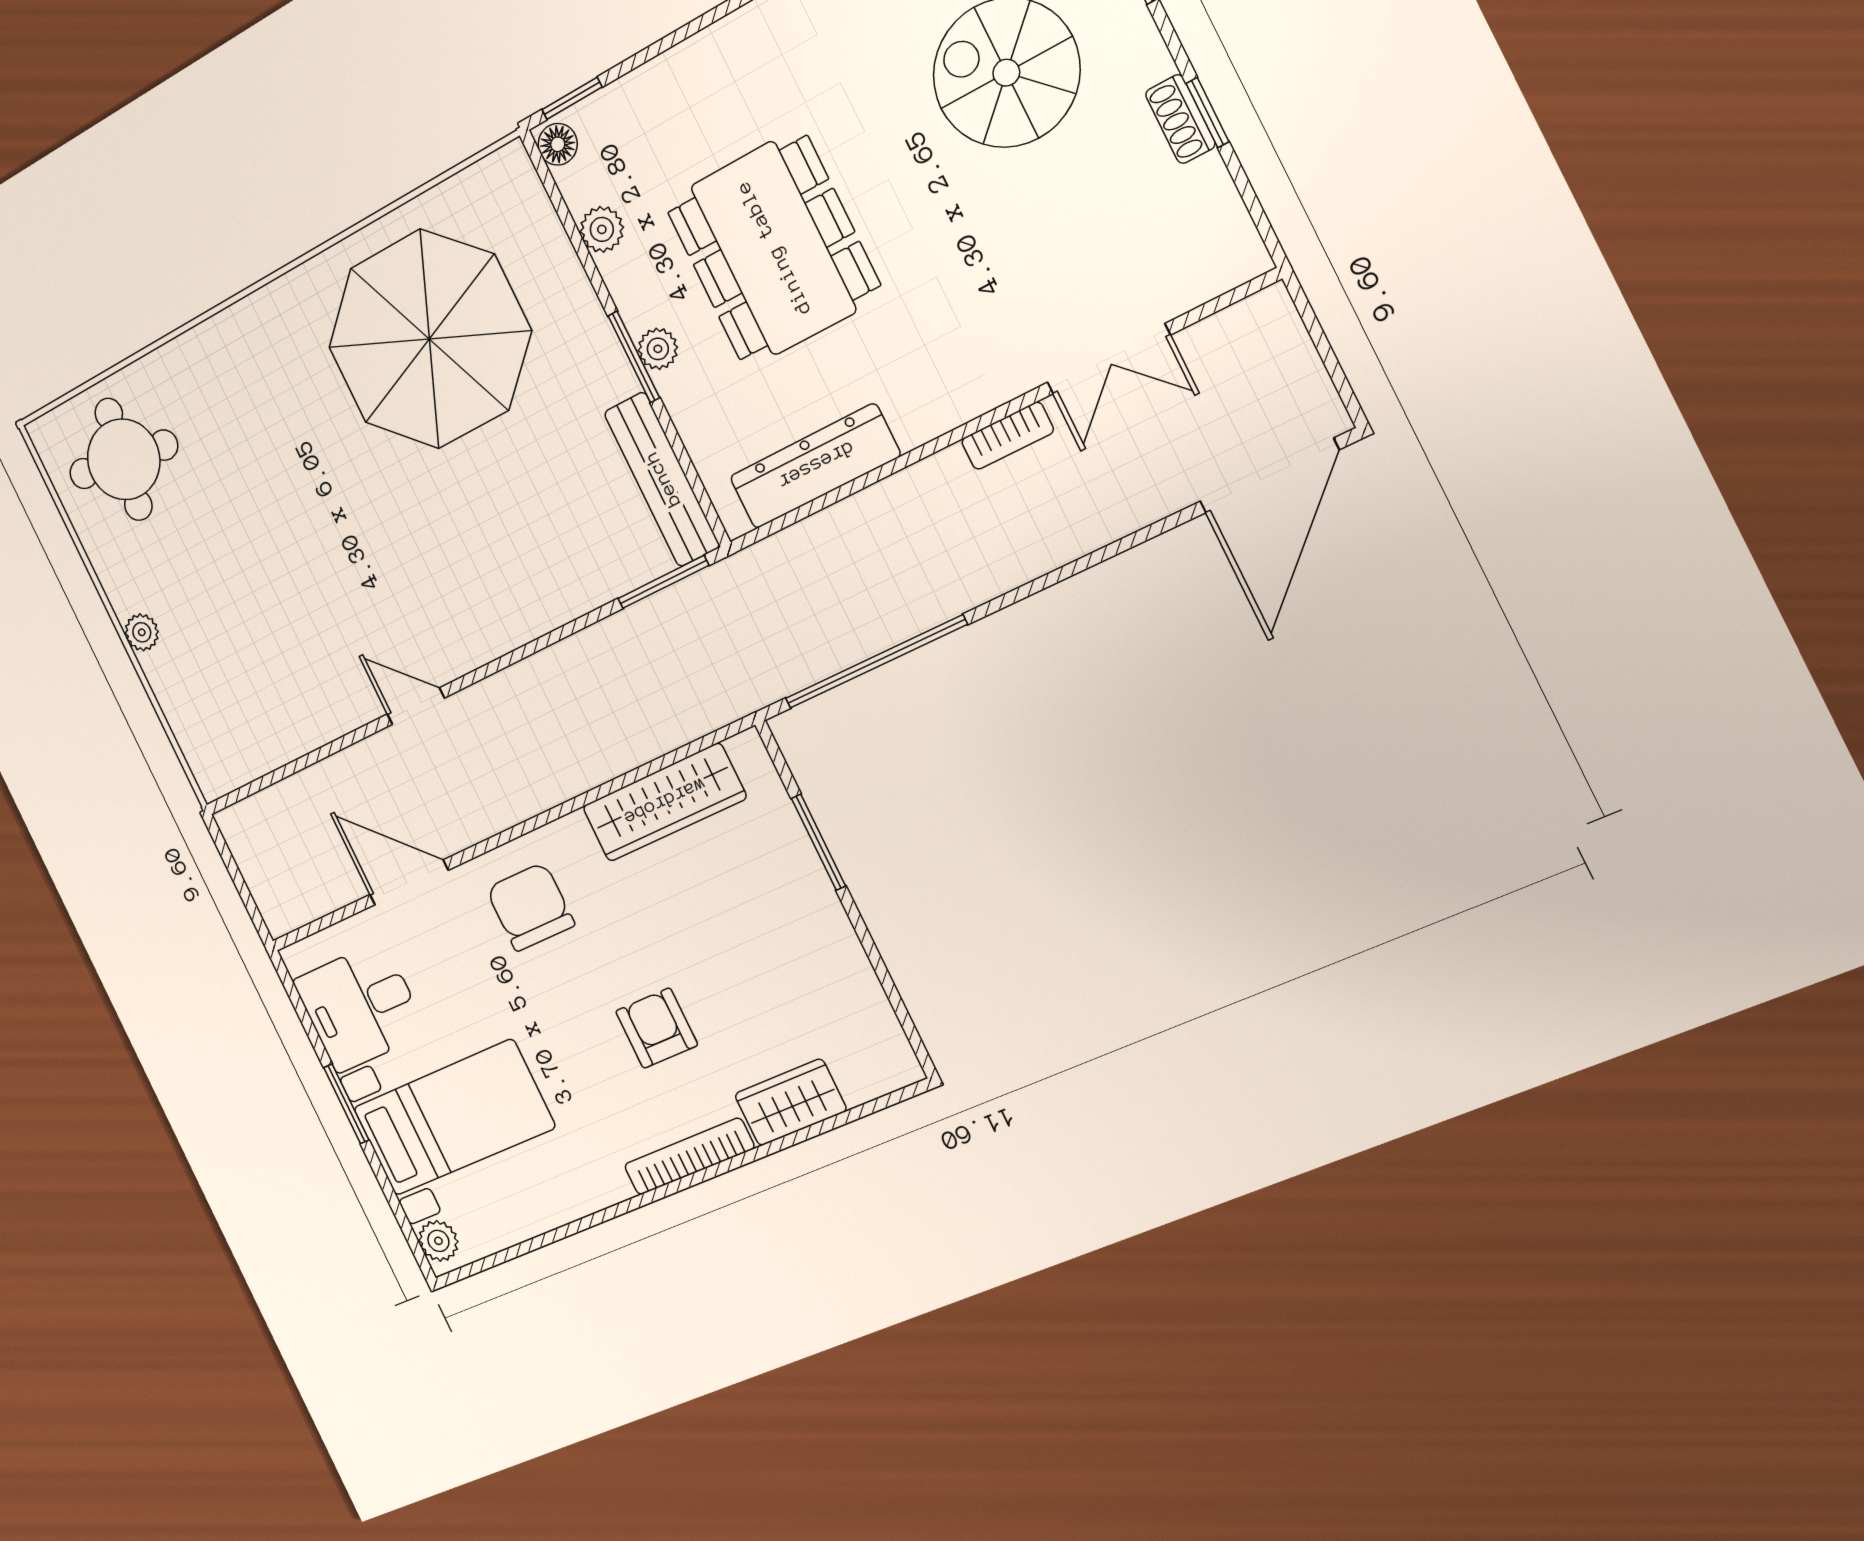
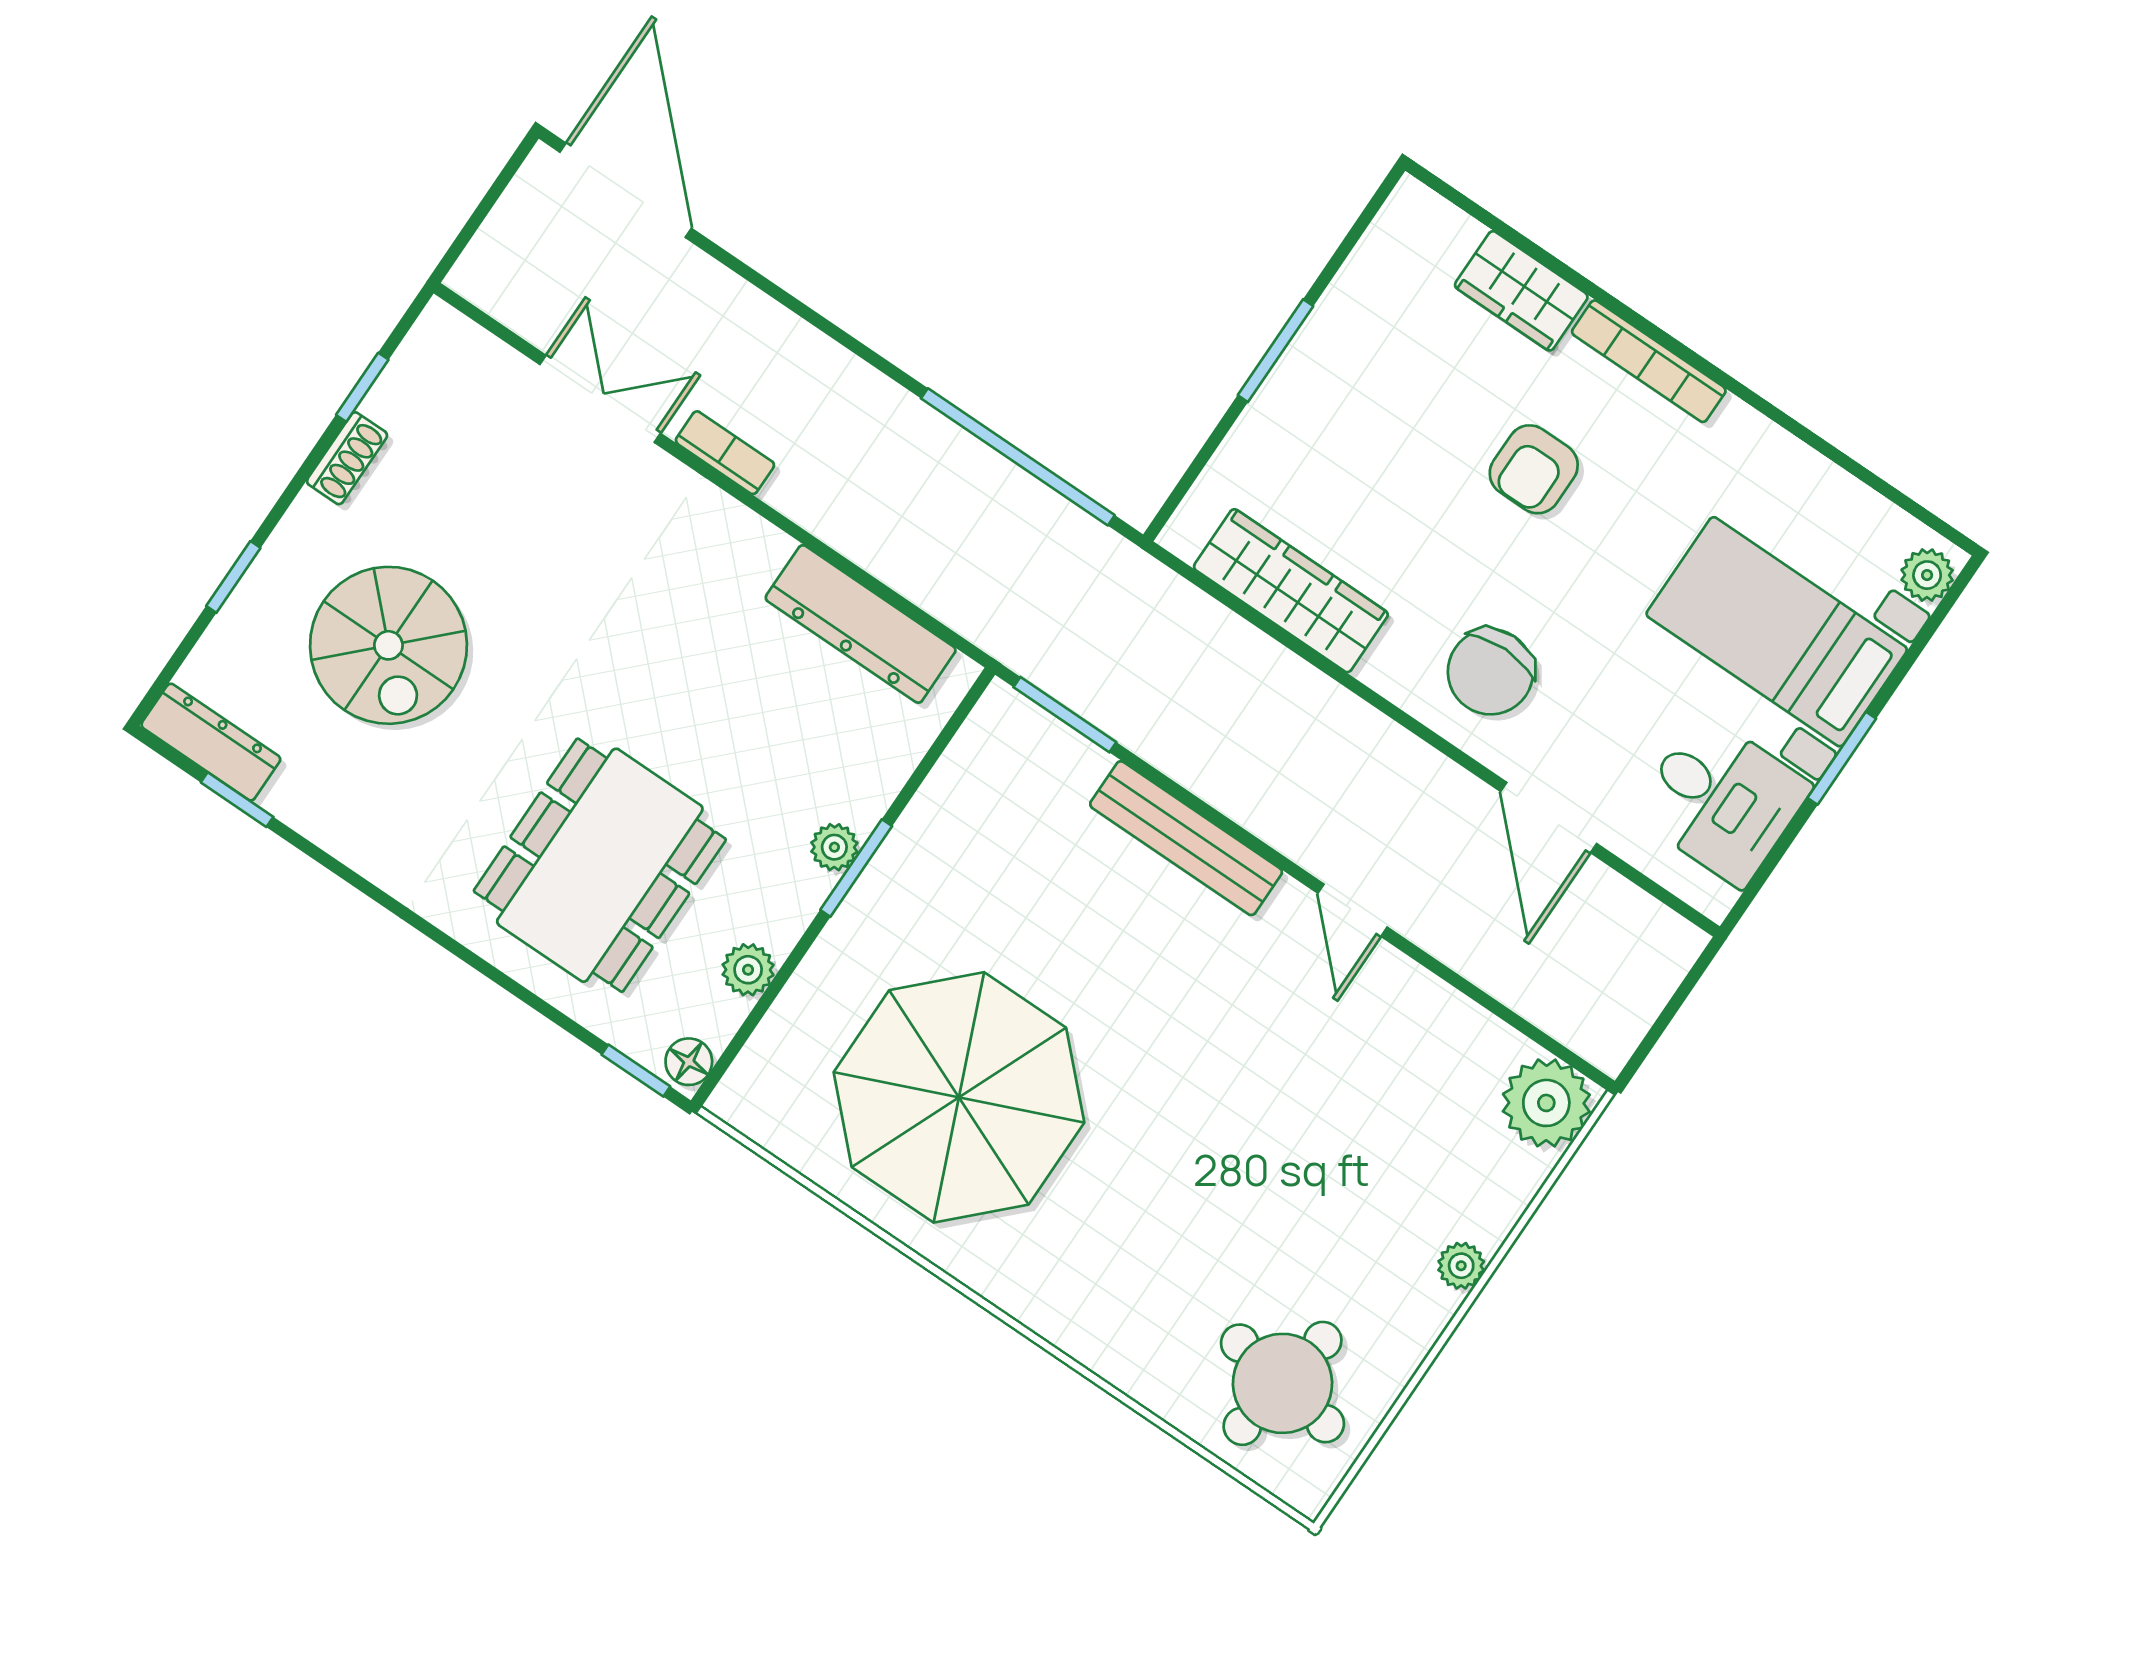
window: (1207, 113) -> (362, 387), moved
dining table: (773, 248) -> (600, 865), moved
door: (1269, 476) -> (626, 190), hinge flipped
bench: (662, 479) -> (1186, 838), moved, turned 90
plant: (220, 758) -> (1546, 1103), added
window: (818, 842) -> (1276, 351), moved

